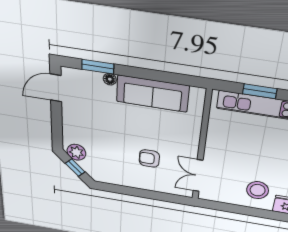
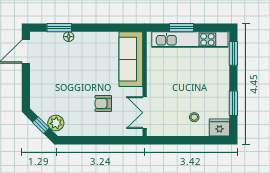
sofa: (153, 94) -> (131, 59), moved, turned 90
plant: (76, 152) -> (56, 123), moved
stool: (258, 190) -> (194, 117), width x0.53, depth x0.53

